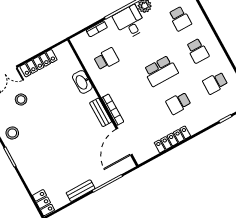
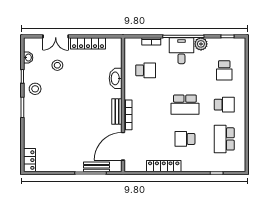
school desk: (198, 51) -> (224, 105), turned -90
school desk: (215, 83) -> (224, 139), width x1.85
bench: (81, 191) -> (96, 167), moved

